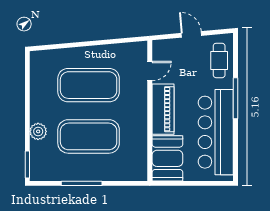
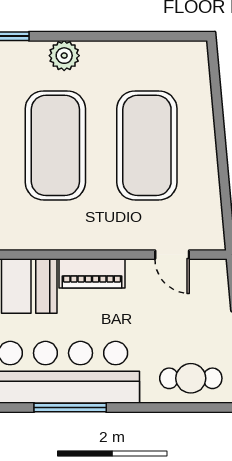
window: (235, 98) -> (70, 407), moved
piano: (163, 109) -> (92, 273), width x0.73, depth x0.75

